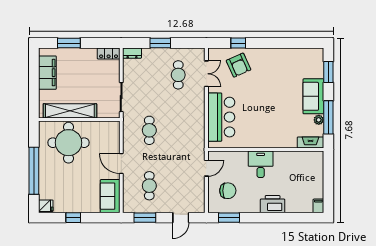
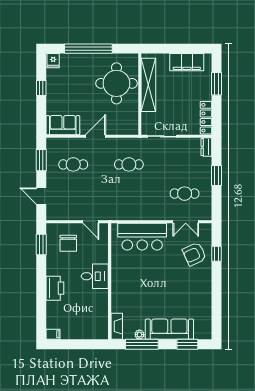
locker: (109, 53) -> (206, 118), width x1.53
sofa: (313, 96) -> (169, 329), width x1.36

